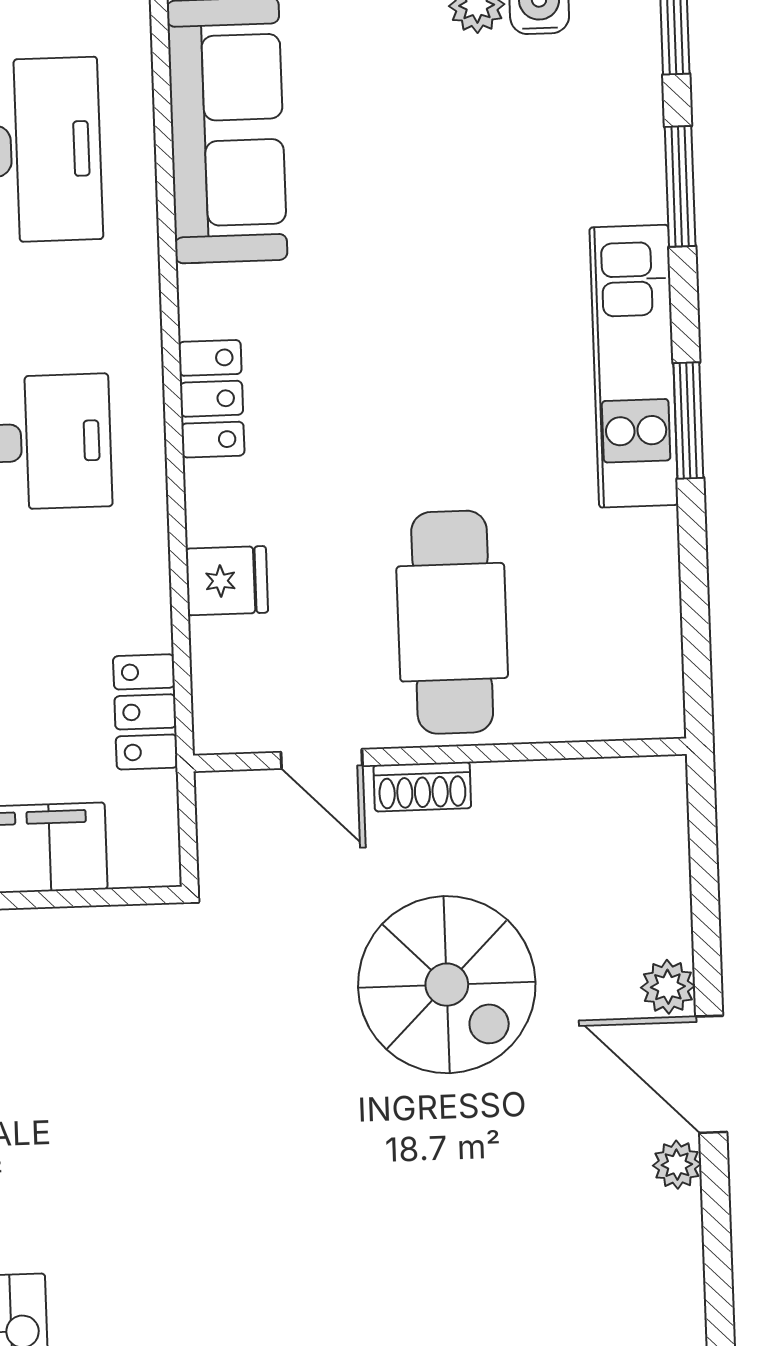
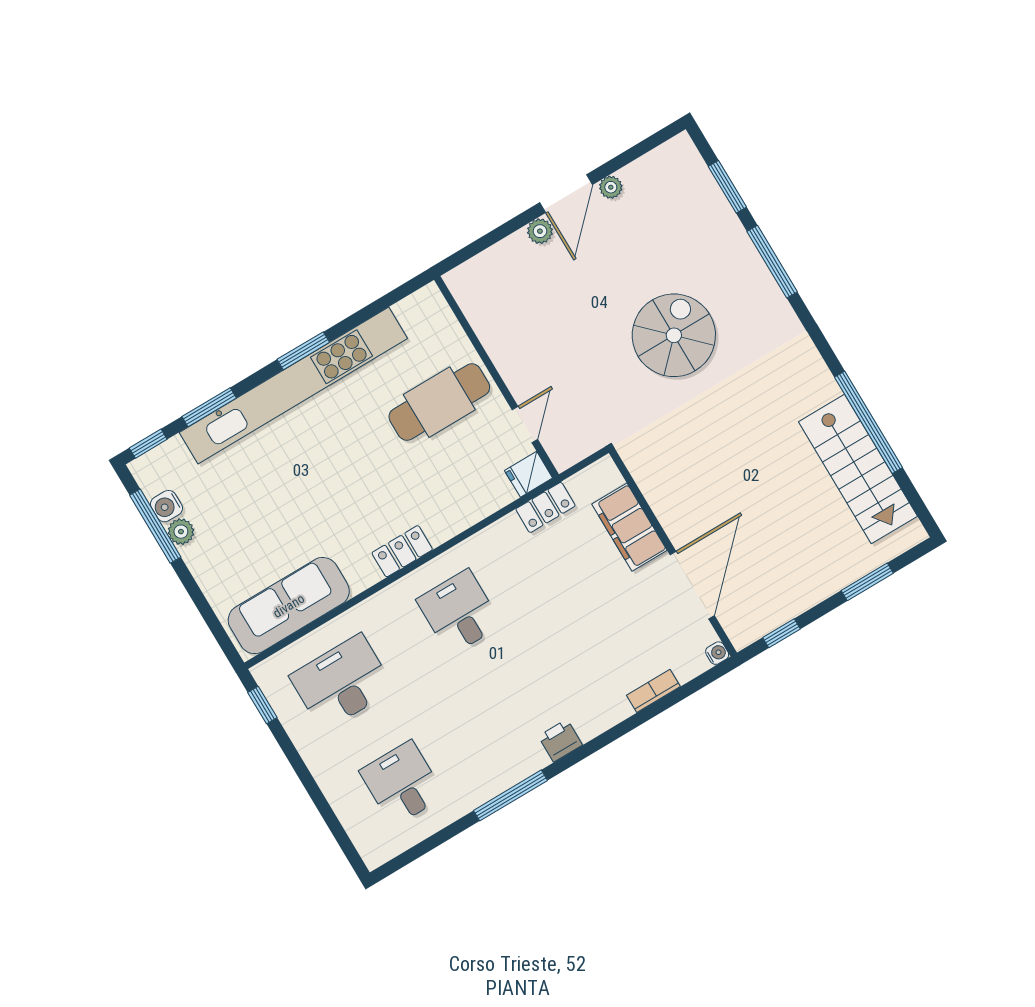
kitchen unit: (634, 366) -> (293, 386), width x1.86
fridge: (227, 581) -> (529, 474), moved, turned -90
shoe rack: (422, 787) -> (513, 377), removed
spiral stairs: (447, 985) -> (674, 335), moved

